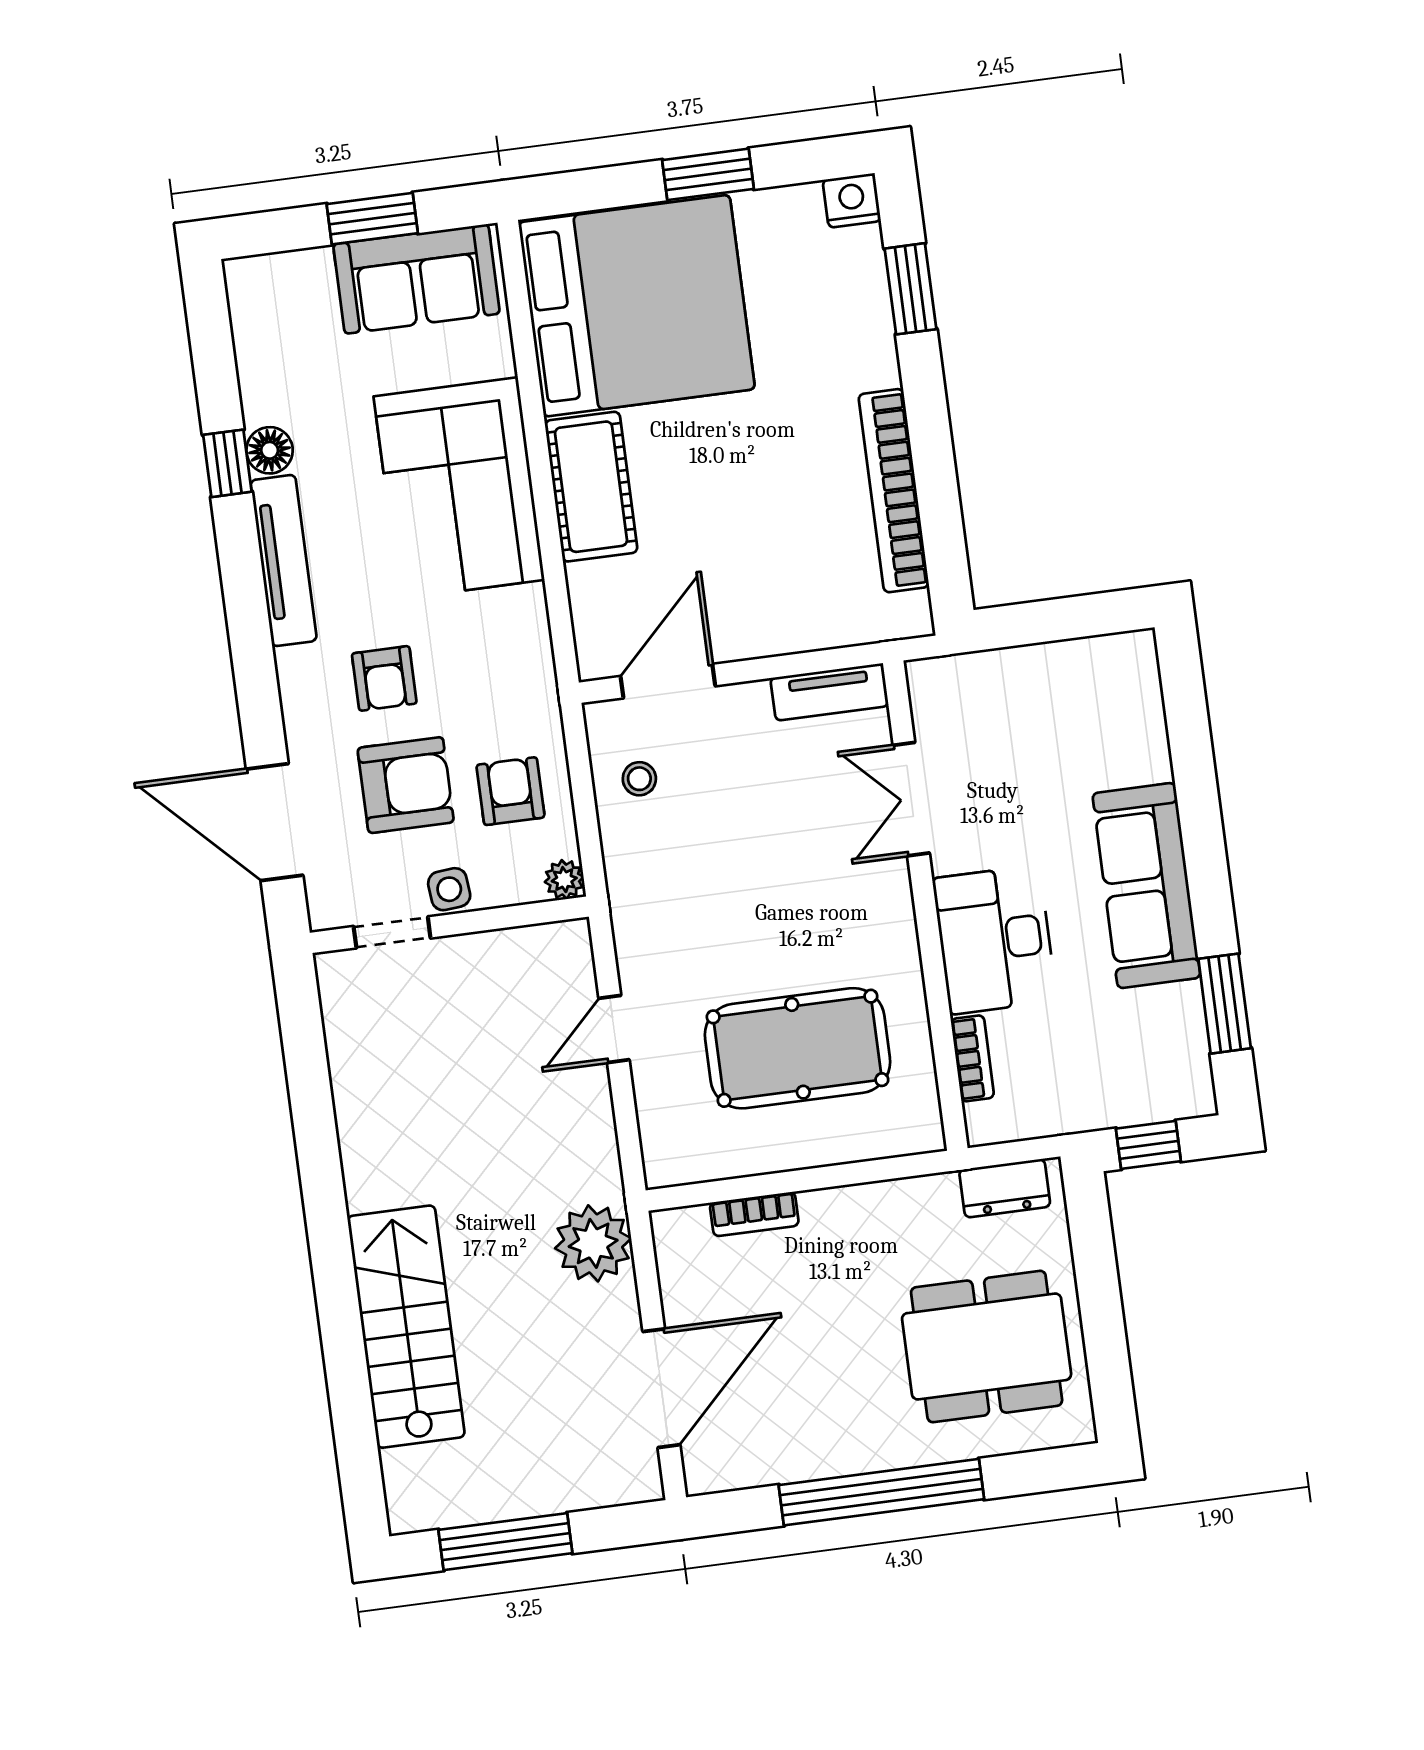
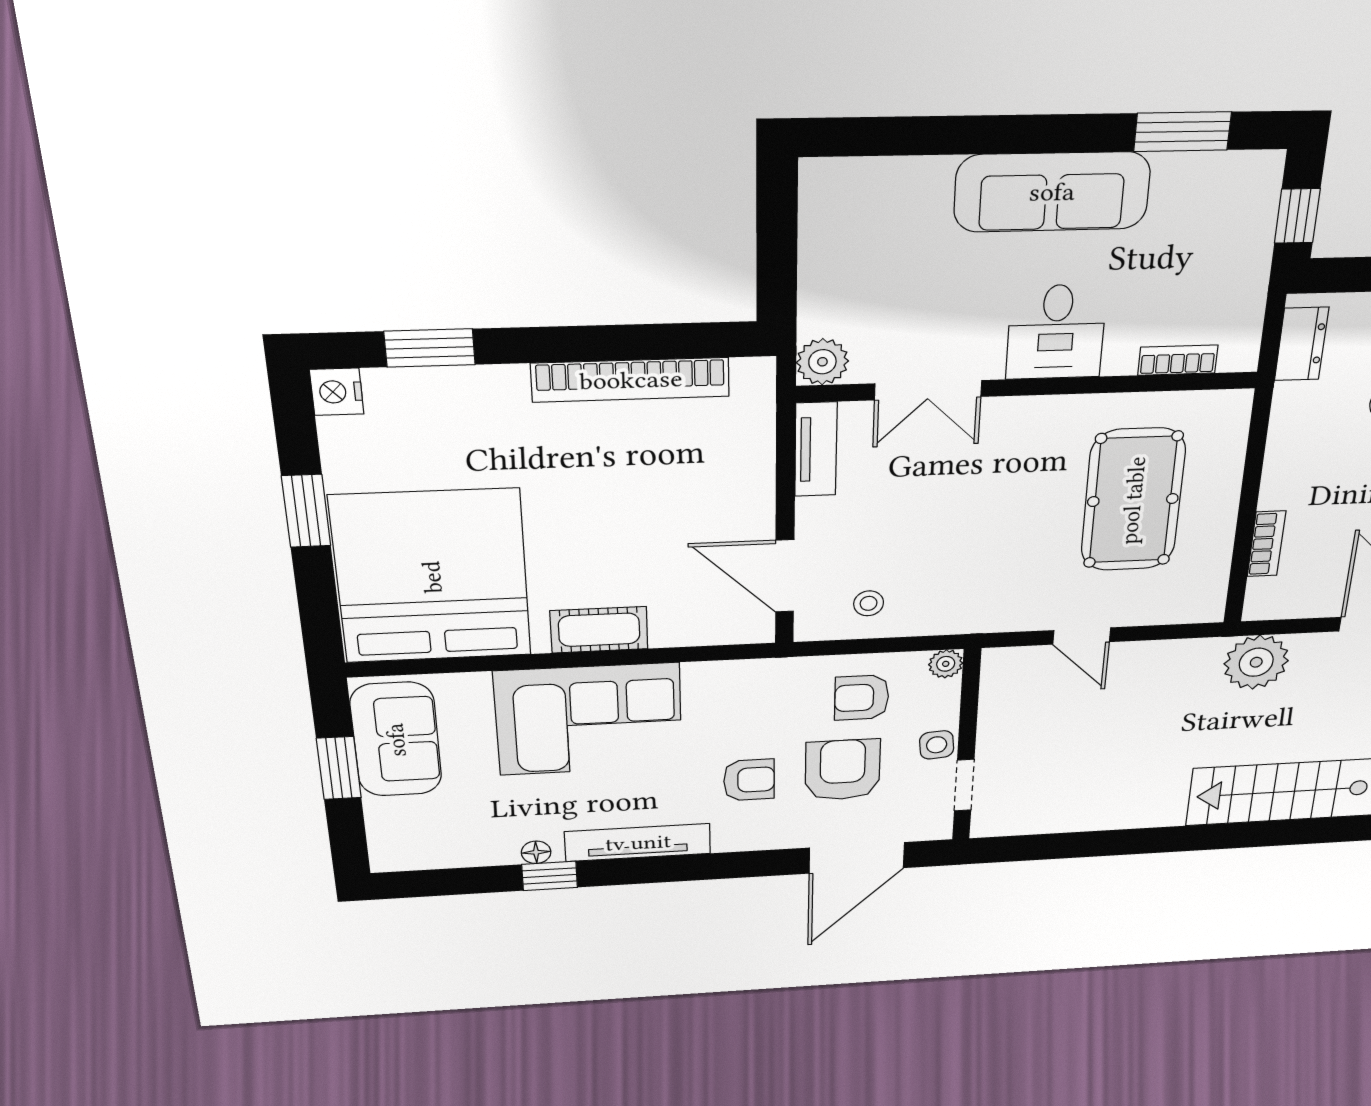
floor lamp: (270, 450) -> (536, 852), width x0.73, depth x0.73
cot: (591, 487) -> (599, 630), width x0.73, depth x0.75
plant: (934, 684) -> (822, 362), added
desk: (995, 940) -> (1056, 332), width x0.73

